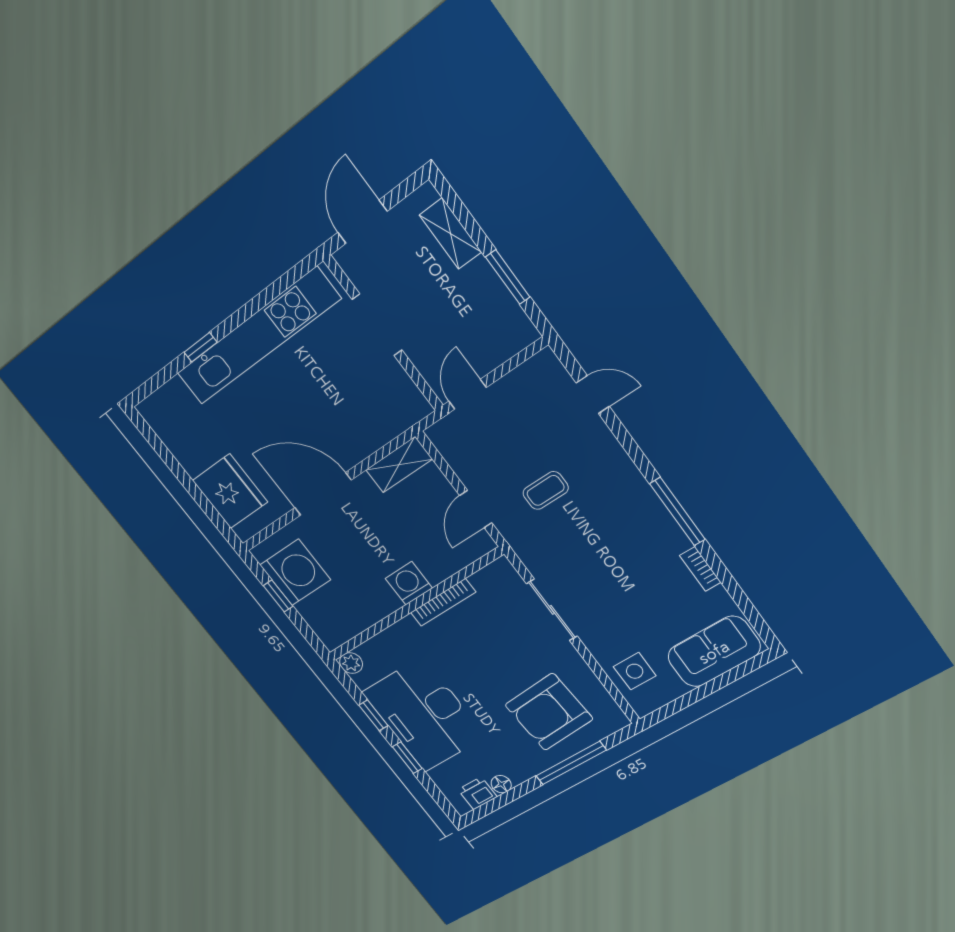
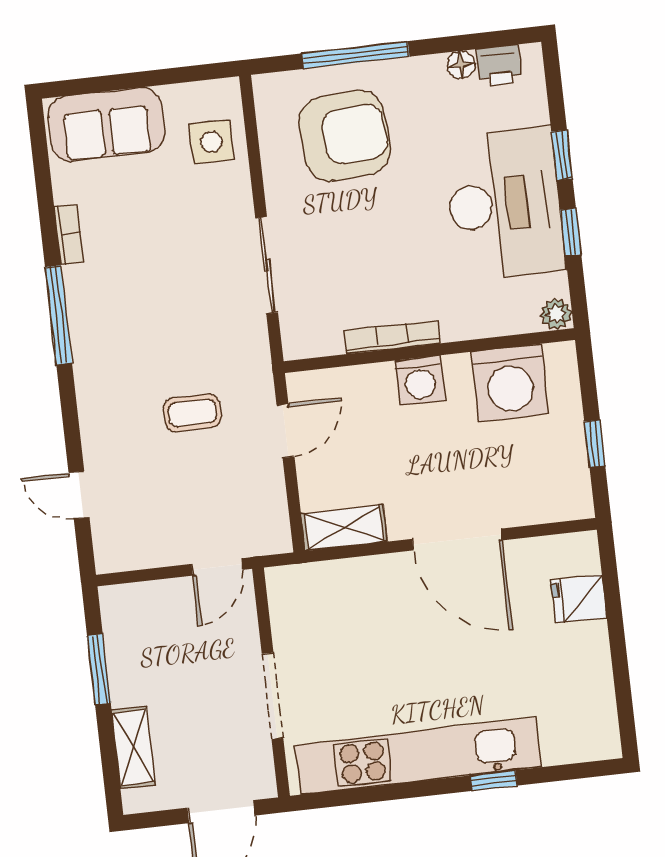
fridge: (230, 491) -> (579, 599), width x0.53, depth x0.75
washing machine: (295, 572) -> (510, 383), moved, turned -90

